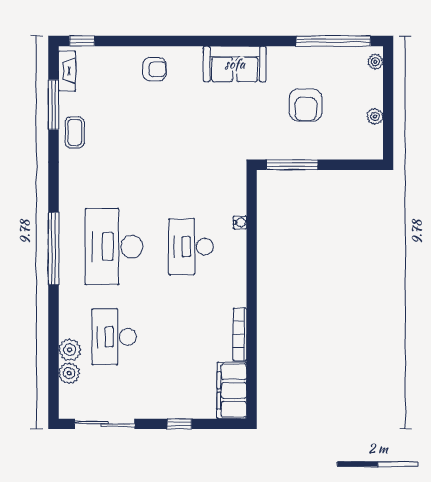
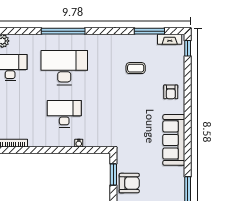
sofa: (235, 64) -> (174, 140), width x1.36
armchair: (306, 105) -> (129, 183), moved, turned 180
coffee table: (75, 132) -> (136, 68), moved
window: (292, 165) -> (113, 174), width x0.69

